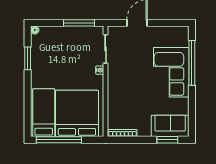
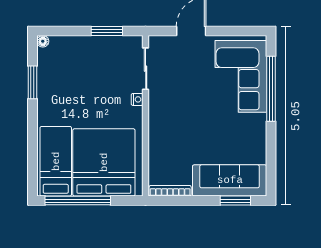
window: (79, 23) -> (107, 31), width x0.69
corner sofa: (171, 72) -> (241, 76), moved
sofa: (170, 126) -> (230, 180), width x1.36

